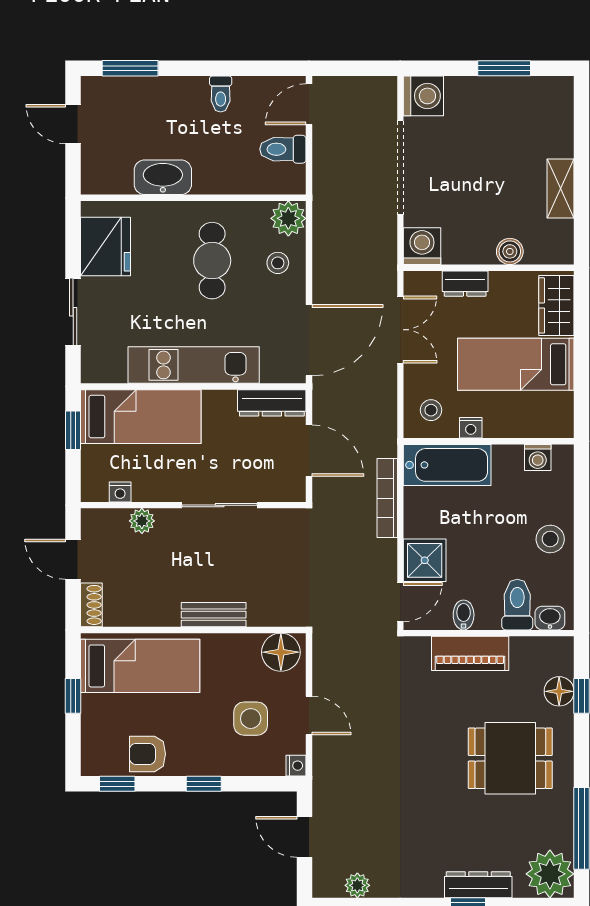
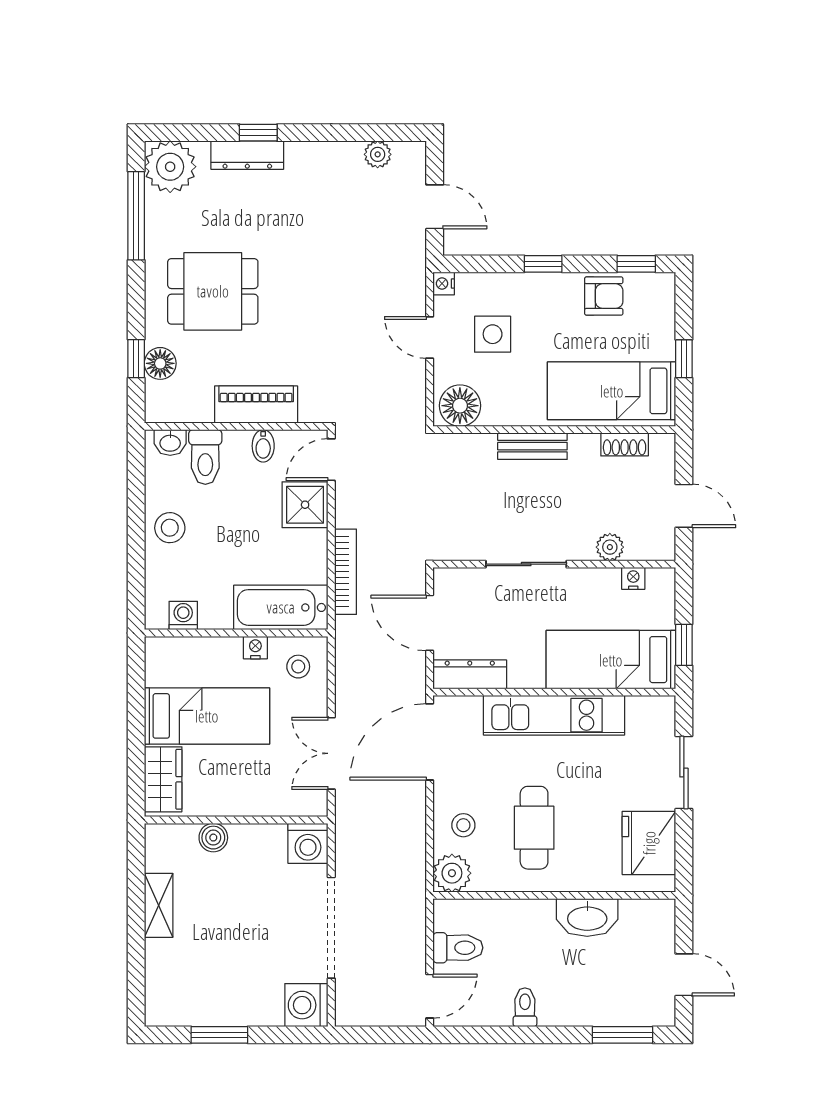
dresser: (465, 284) -> (261, 803), removed
shoe rack: (91, 605) -> (625, 444), moved, turned -90

